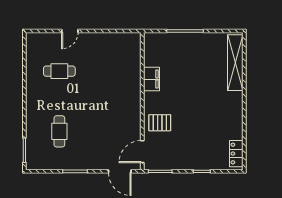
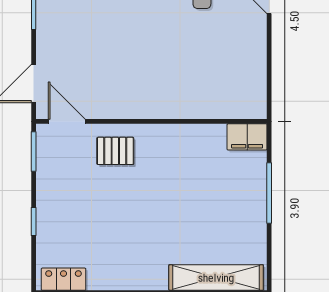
filing cabinet: (151, 79) -> (247, 137), moved
pallet: (160, 123) -> (115, 151), turned 90

